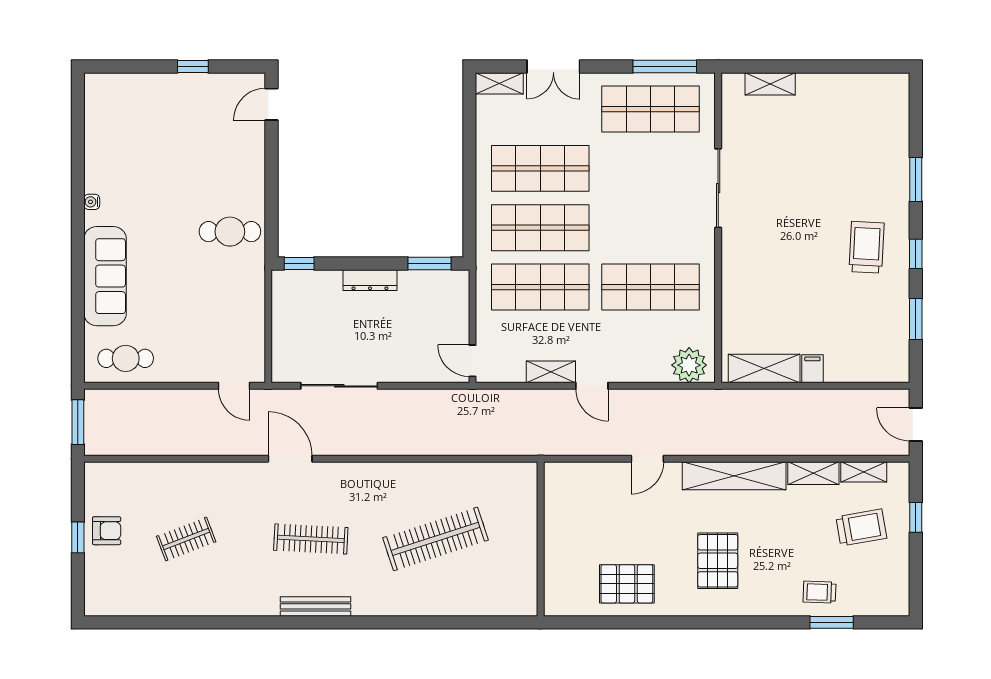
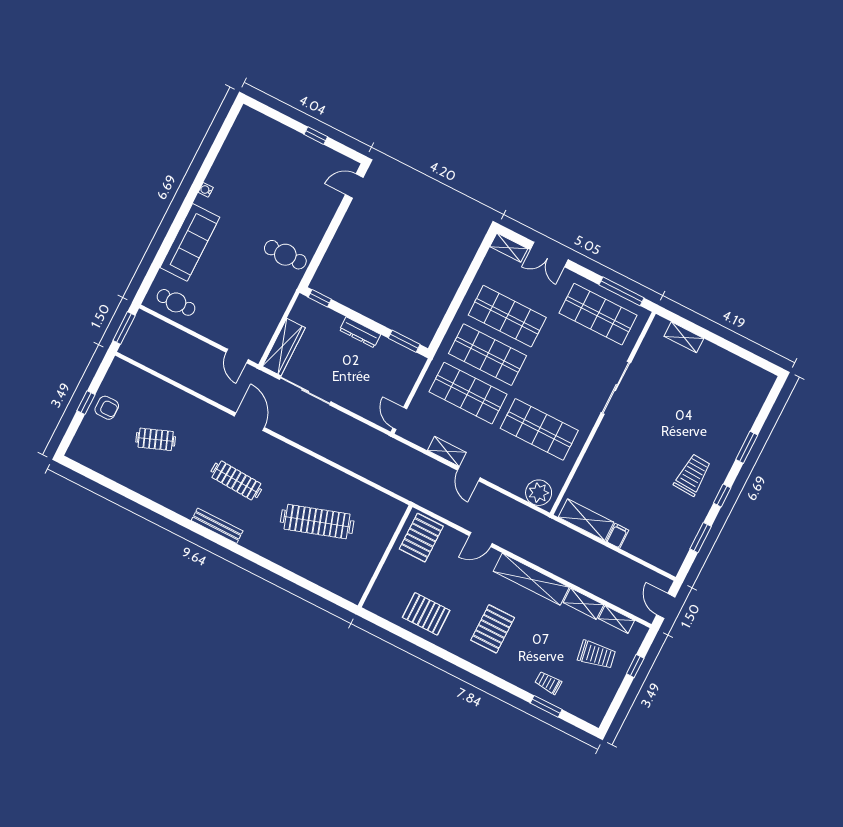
wardrobe: (286, 346) -> (284, 347), added
pallet: (573, 493) -> (421, 538), added

